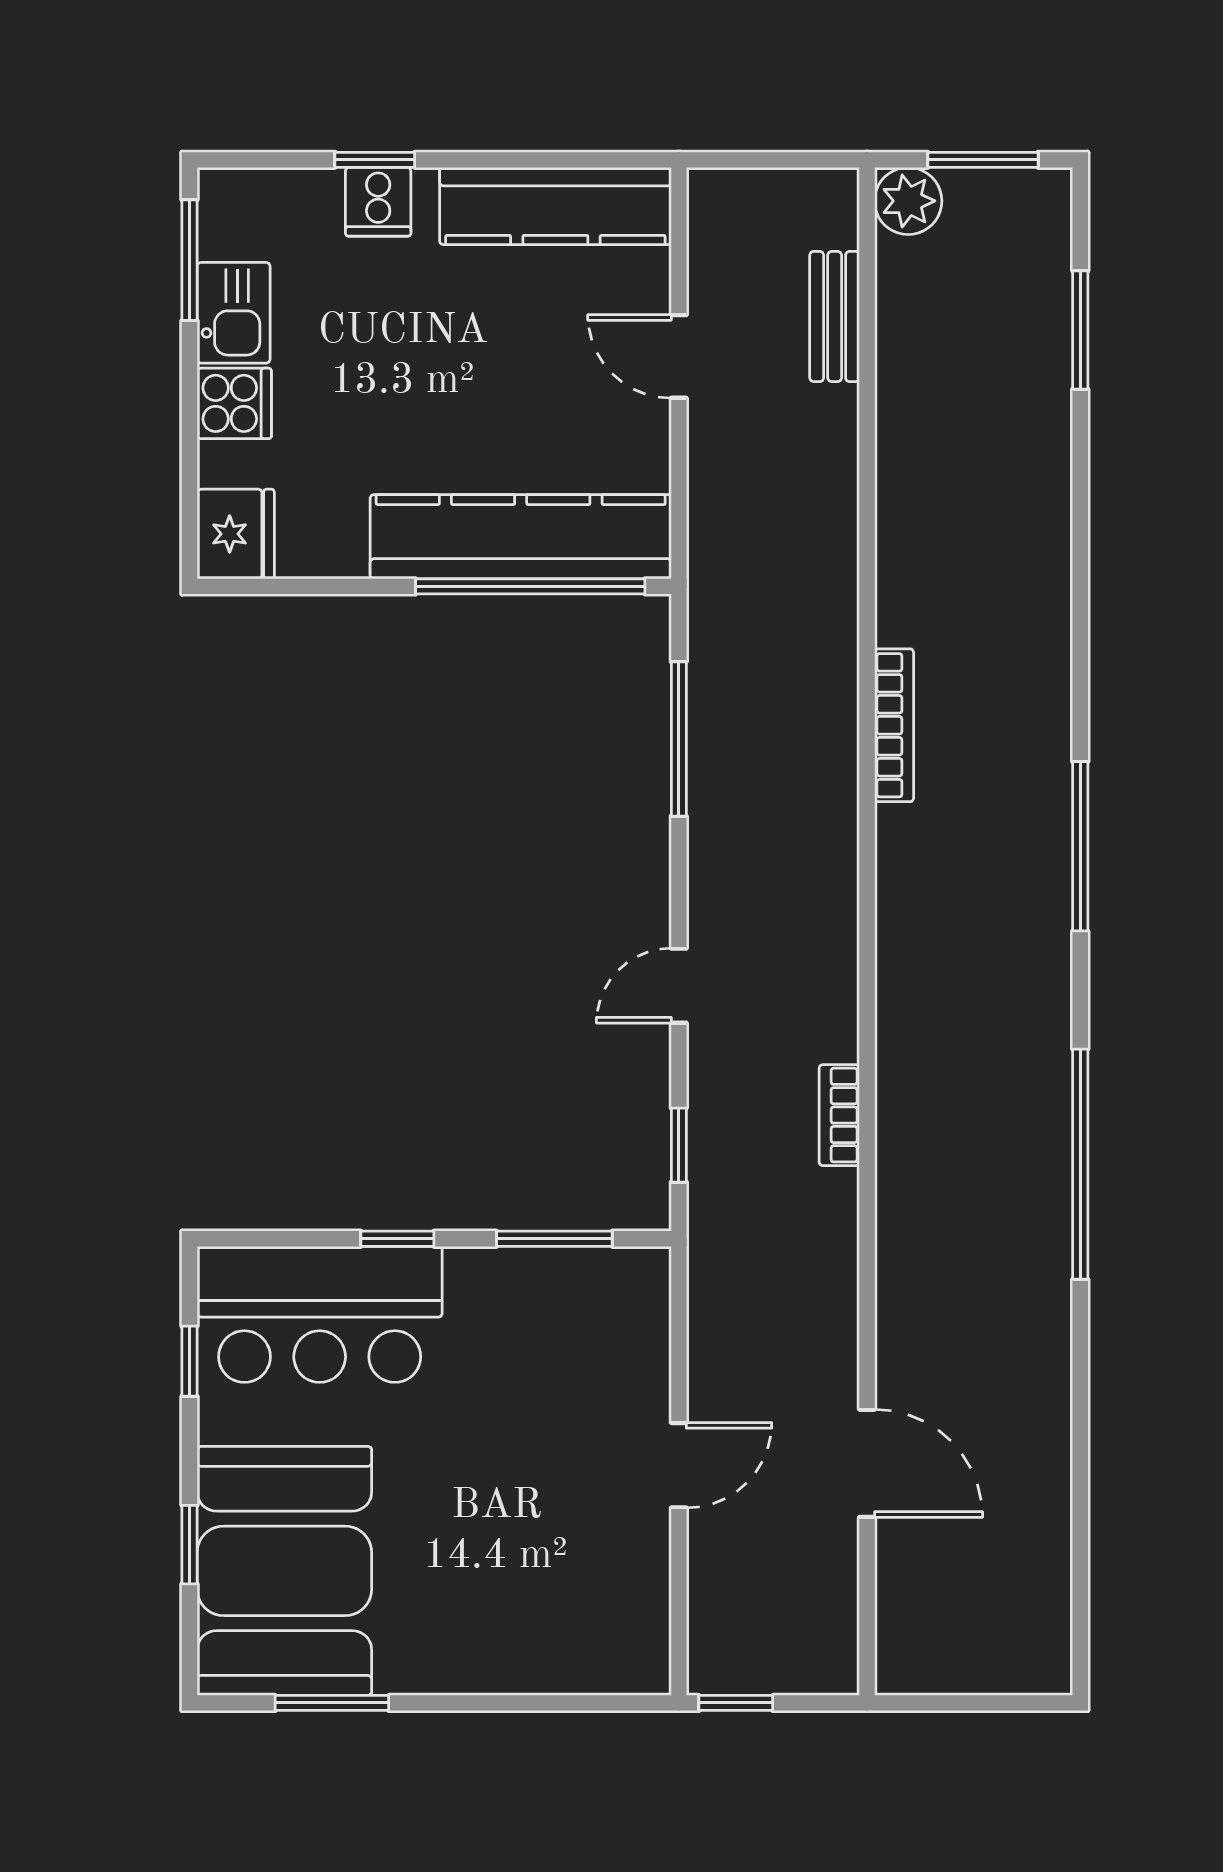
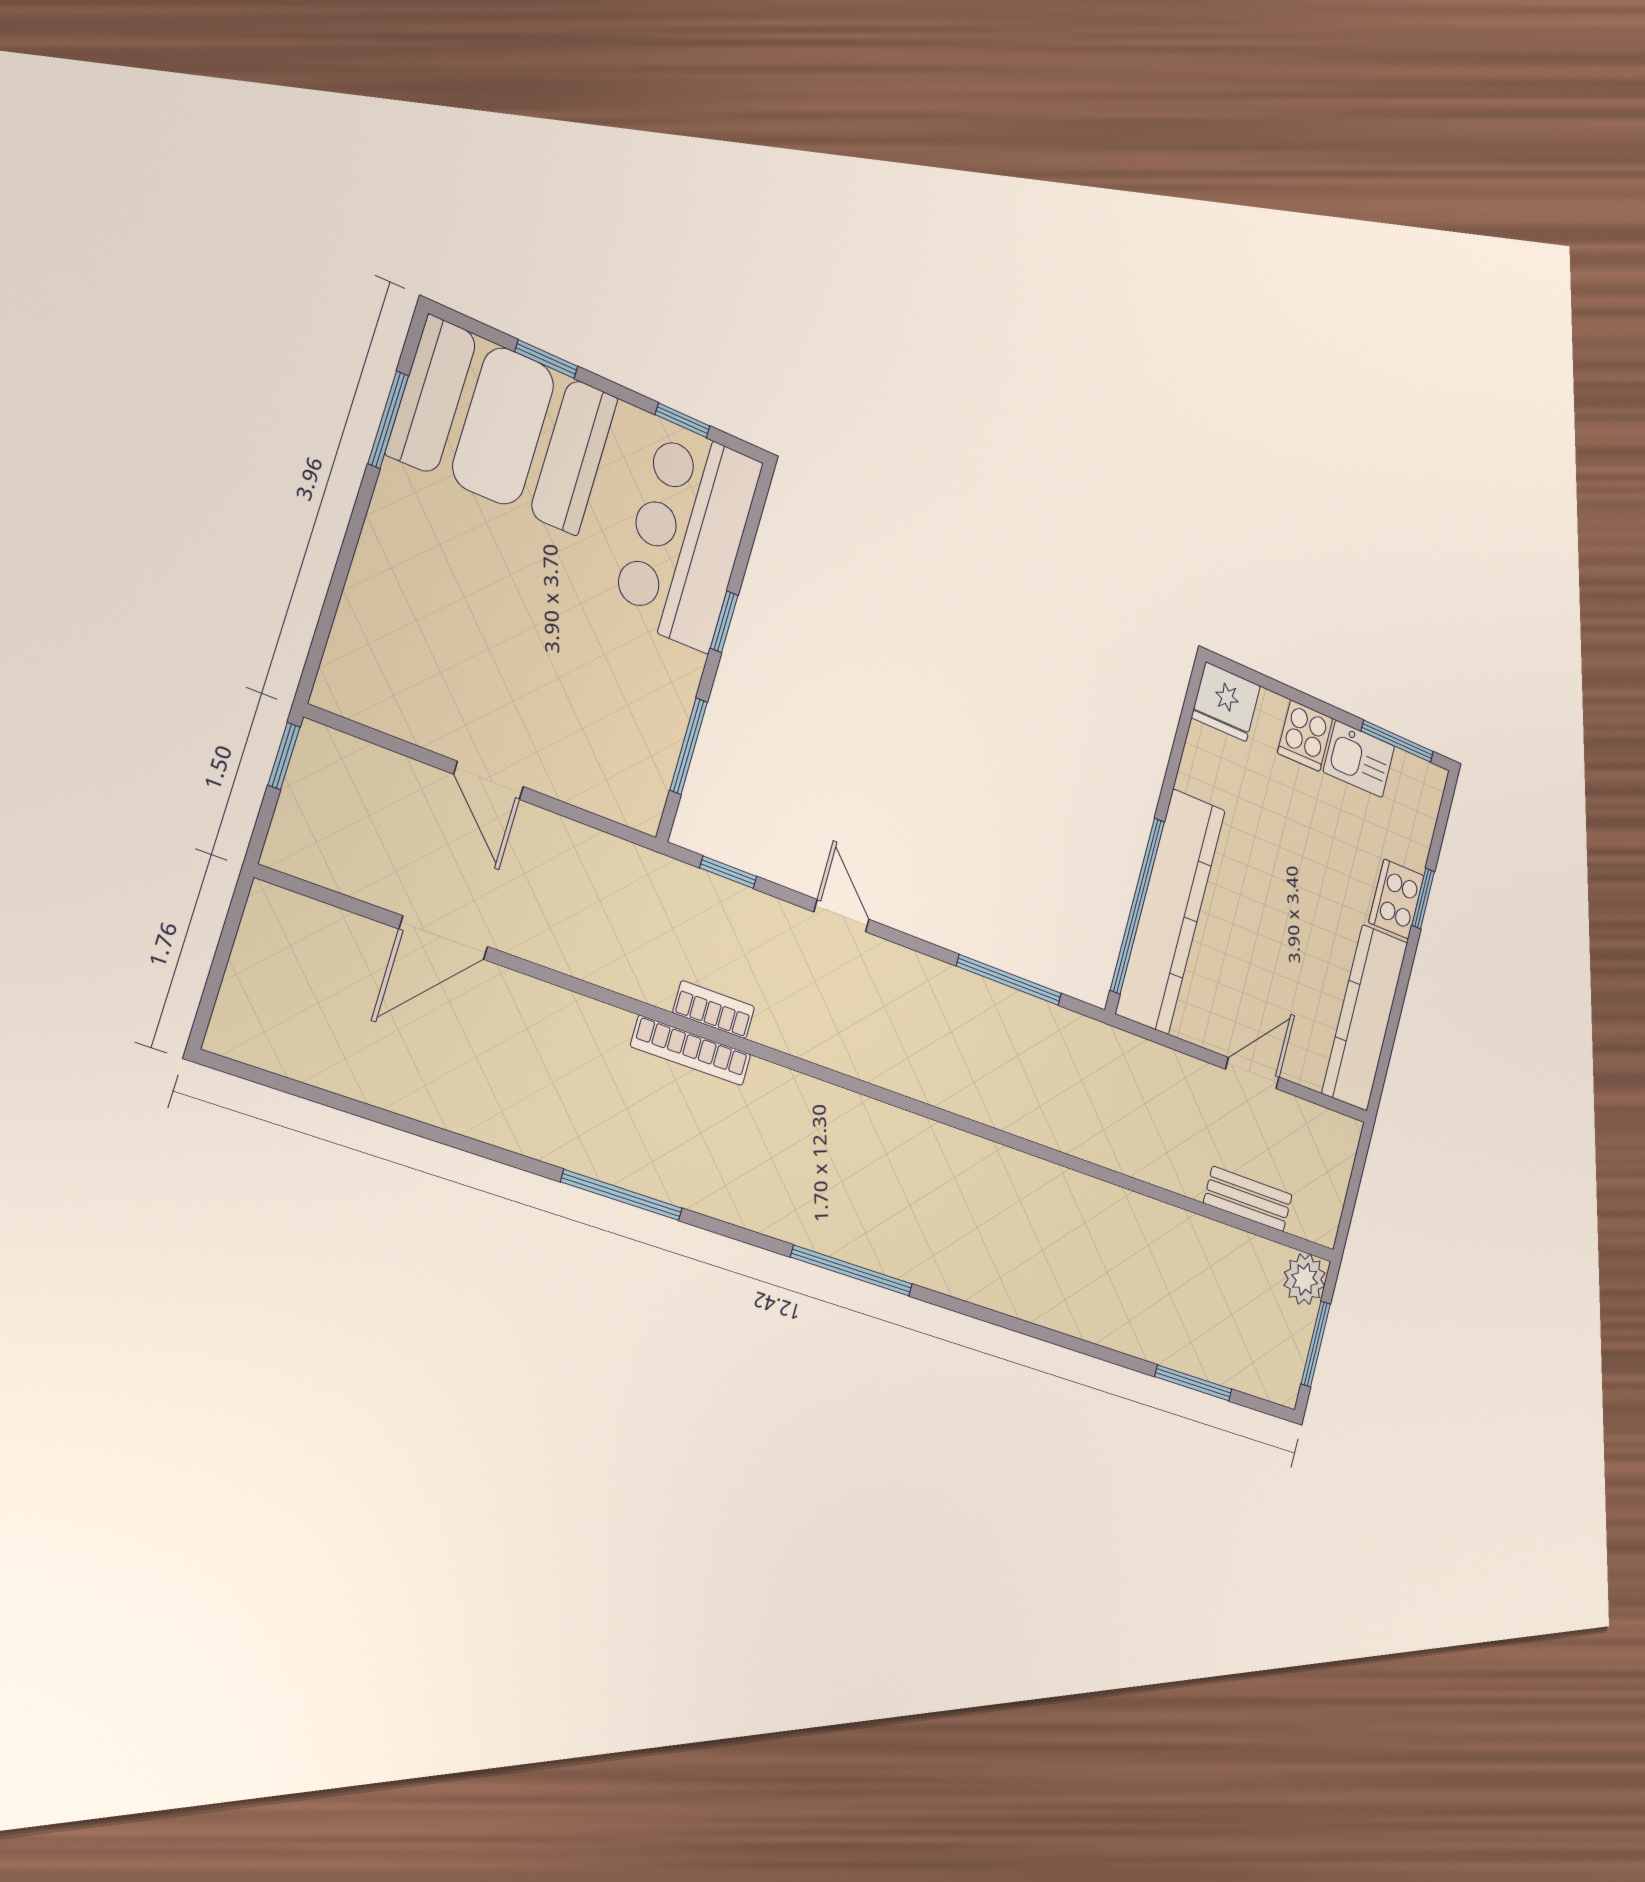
cooker: (378, 202) -> (1396, 899), width x1.36
bookcase: (894, 725) -> (691, 1050), moved
window: (1080, 1164) -> (622, 1195), width x0.68

